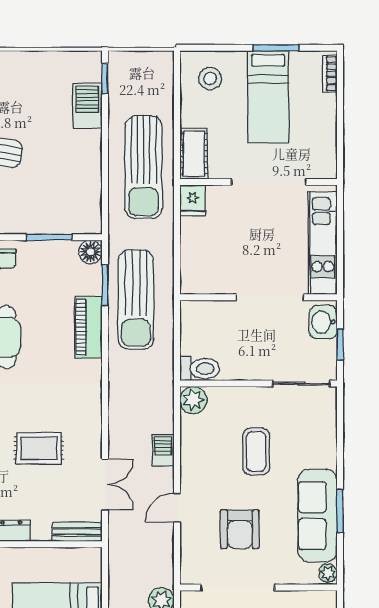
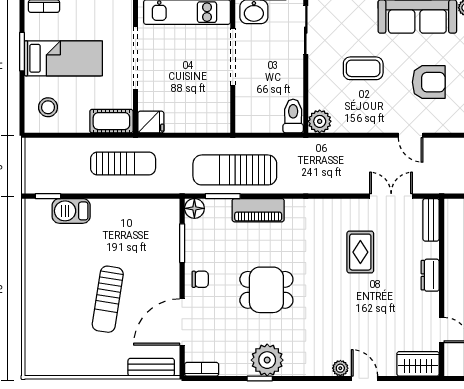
sun lounger: (144, 167) -> (123, 163), width x0.73, depth x0.75
sun lounger: (136, 300) -> (235, 170), turned 180
barbecue: (163, 450) -> (362, 147), removed

